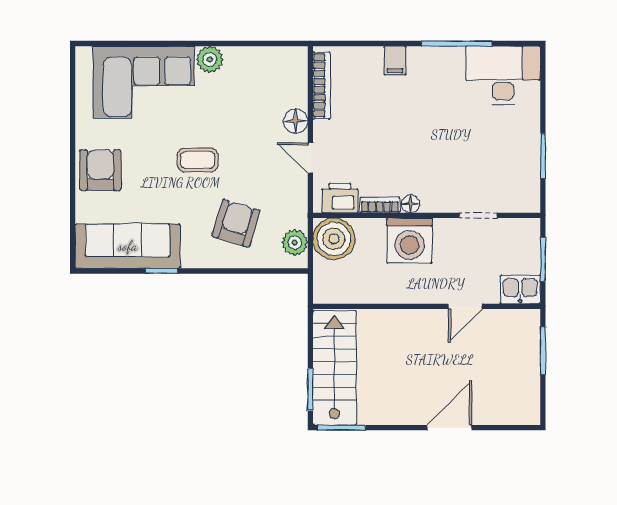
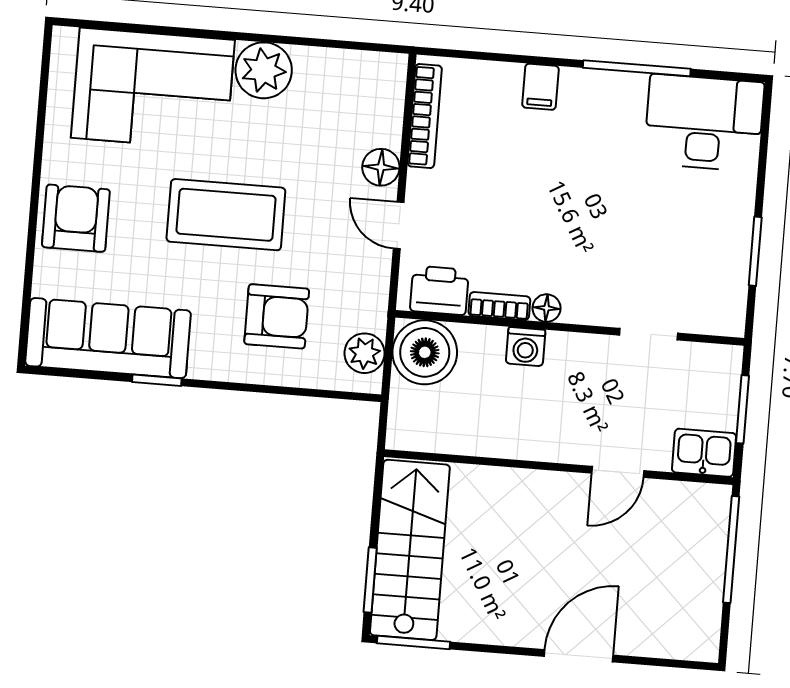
plant: (210, 59) -> (264, 70), width x1.36, depth x1.36
coffee table: (198, 160) -> (226, 215), width x1.86, depth x1.72
armchair: (236, 223) -> (277, 316), turned 73
washing machine: (410, 241) -> (526, 347), width x0.53, depth x0.53
window: (543, 351) -> (731, 550), width x1.44

